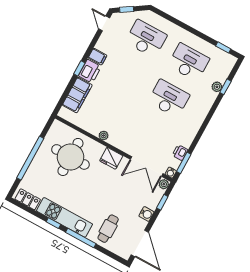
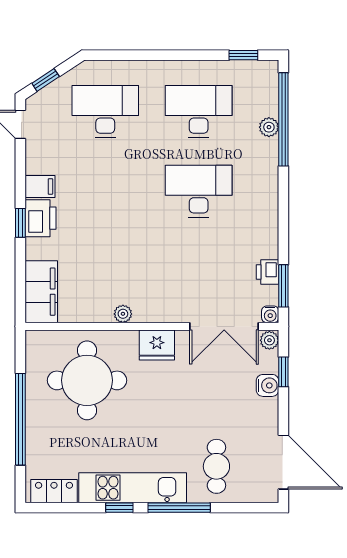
window: (225, 87) -> (283, 119), width x3.17
filing cabinet: (77, 95) -> (41, 292), moved
water cooler: (146, 214) -> (268, 385), moved

